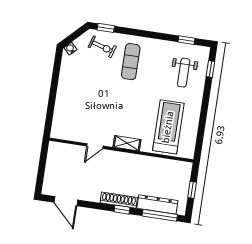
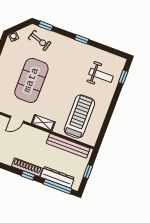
window: (186, 40) -> (82, 39), moved
exercise mat: (131, 62) -> (31, 80), moved, width x2.00, depth x1.45
weight bench: (184, 73) -> (101, 75), turned -90
bench: (162, 164) -> (68, 146), added

